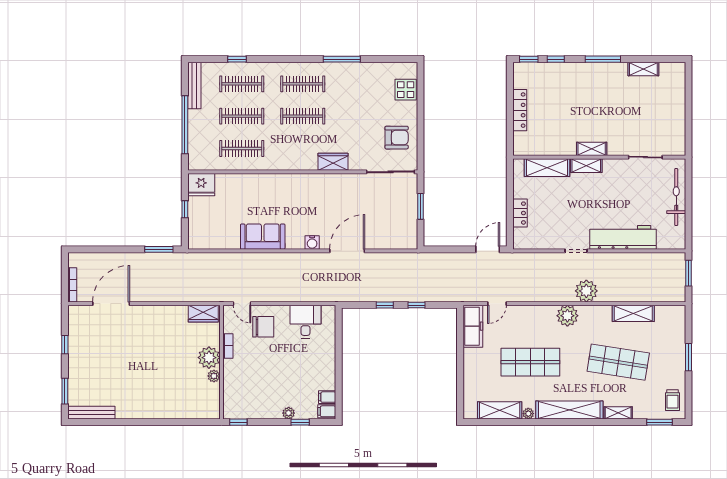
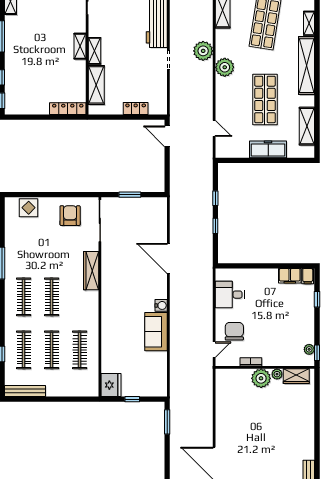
locker: (520, 110) -> (68, 109), moved
window: (185, 125) -> (59, 399), removed
wardrobe: (333, 162) -> (91, 271), width x1.50
water cooler: (312, 243) -> (161, 305), moved
wardrobe: (203, 314) -> (296, 376), moved, turned 90
freezer: (473, 326) -> (268, 149), moved
filing cabinet: (327, 397) -> (290, 276), width x2.00
plant: (289, 413) -> (309, 349), moved
plant: (528, 414) -> (310, 101), removed

